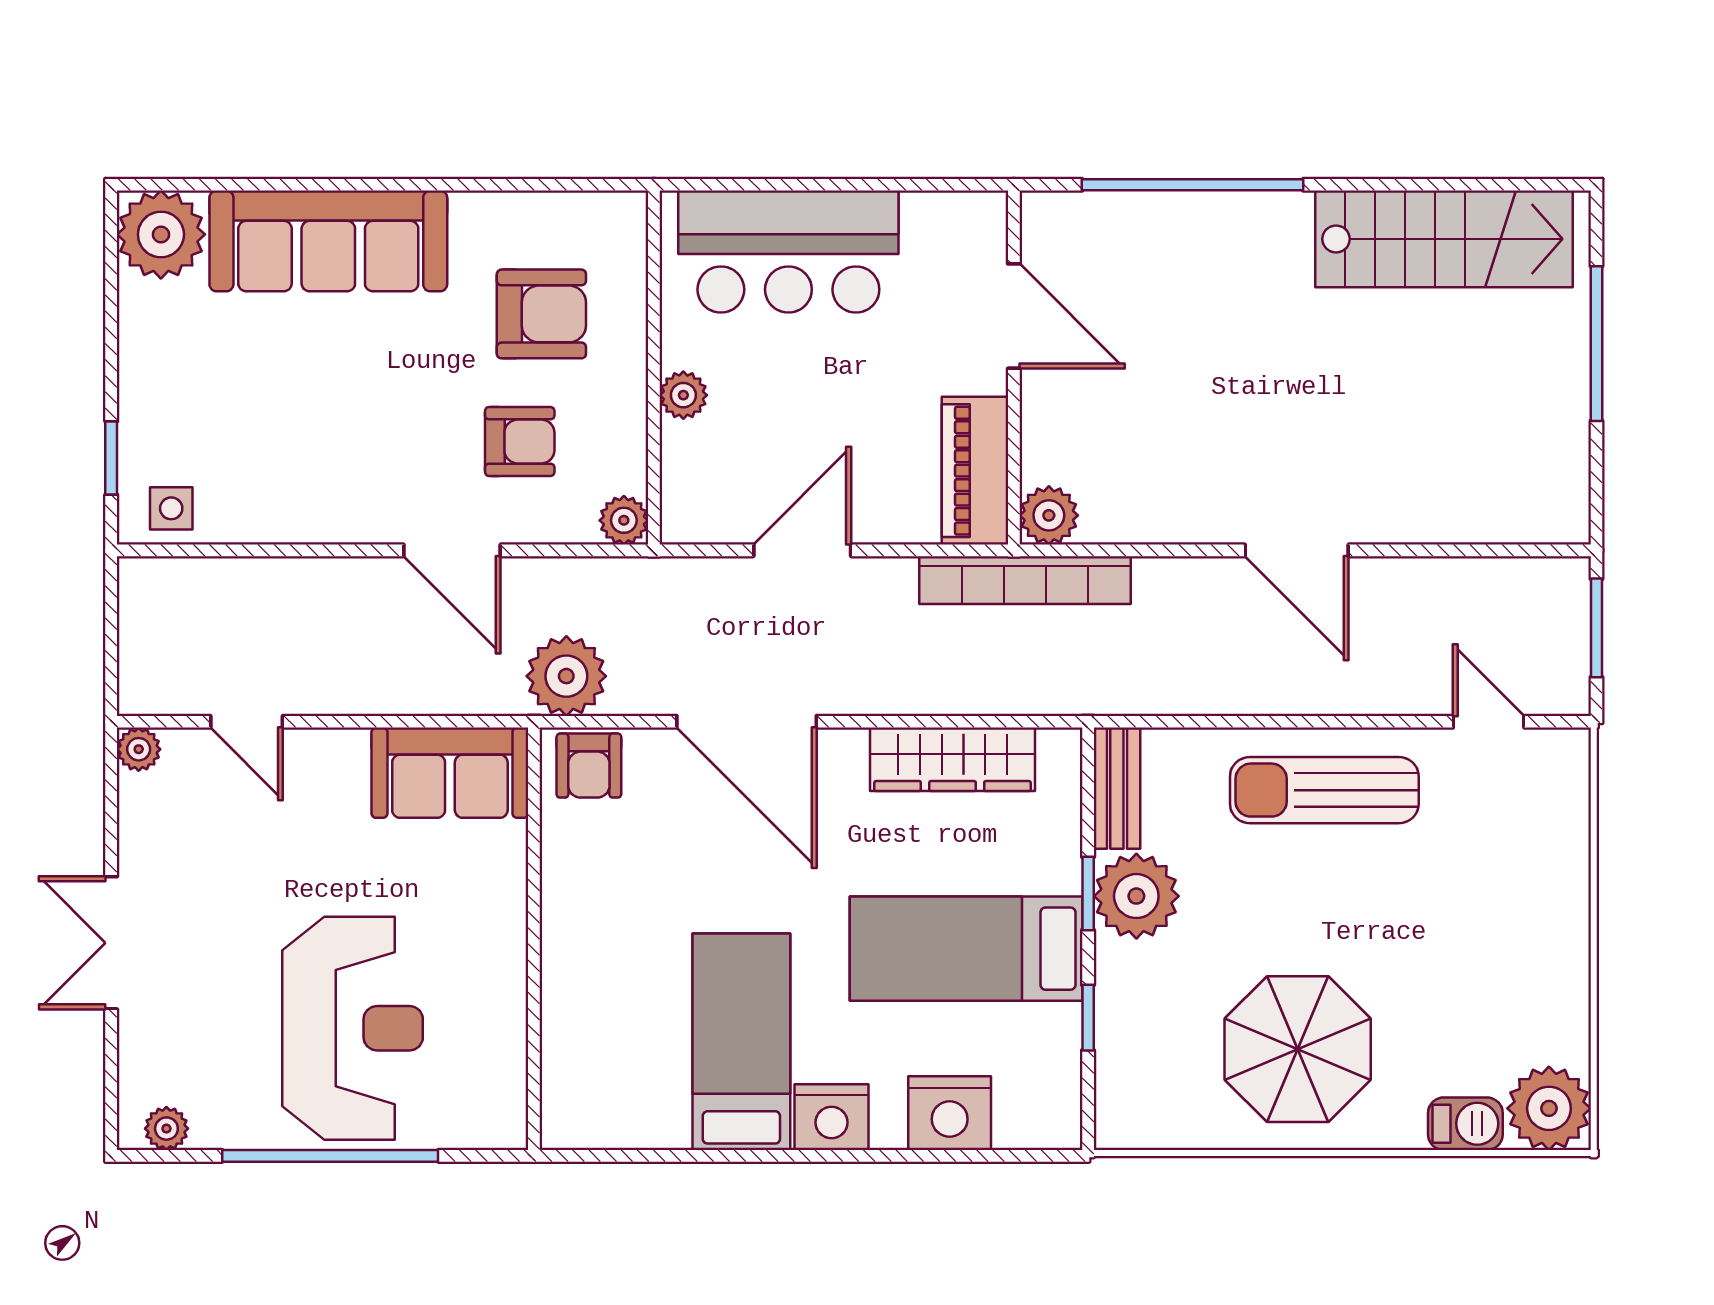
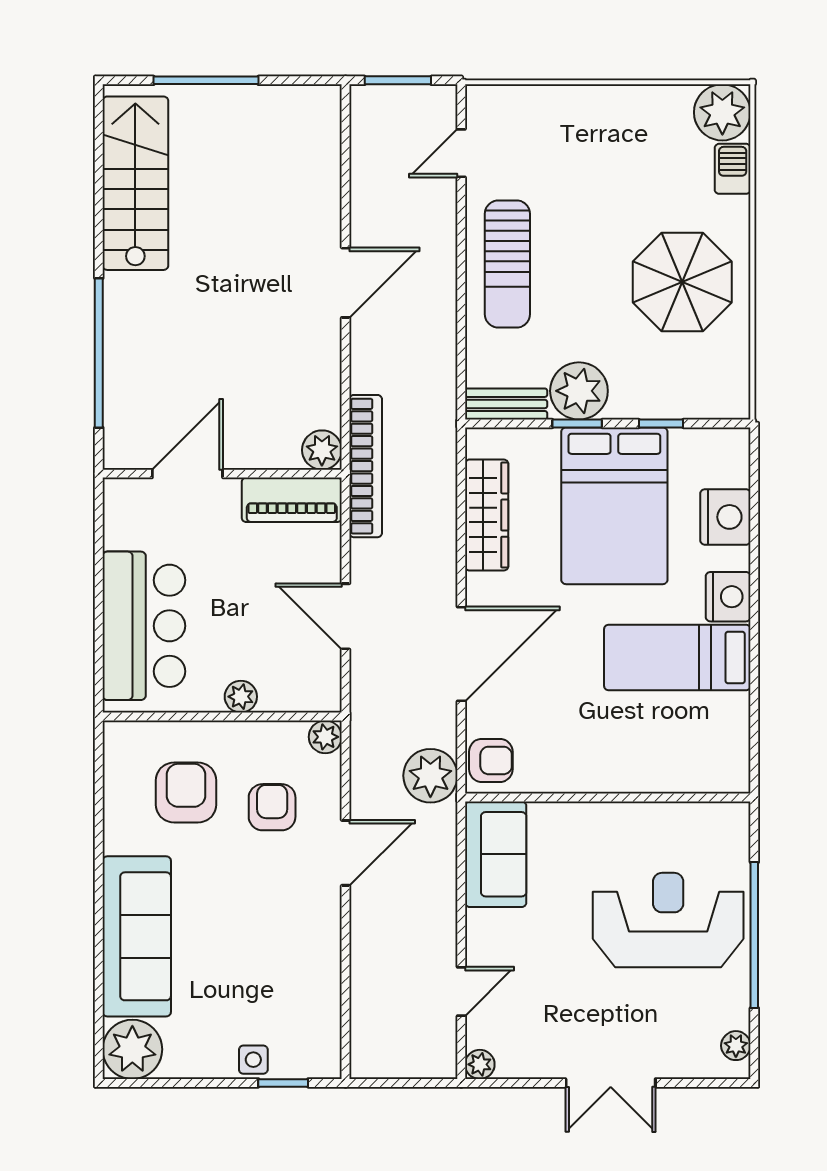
side table: (171, 508) -> (253, 1060), moved
bed: (966, 949) -> (614, 506), width x1.50

